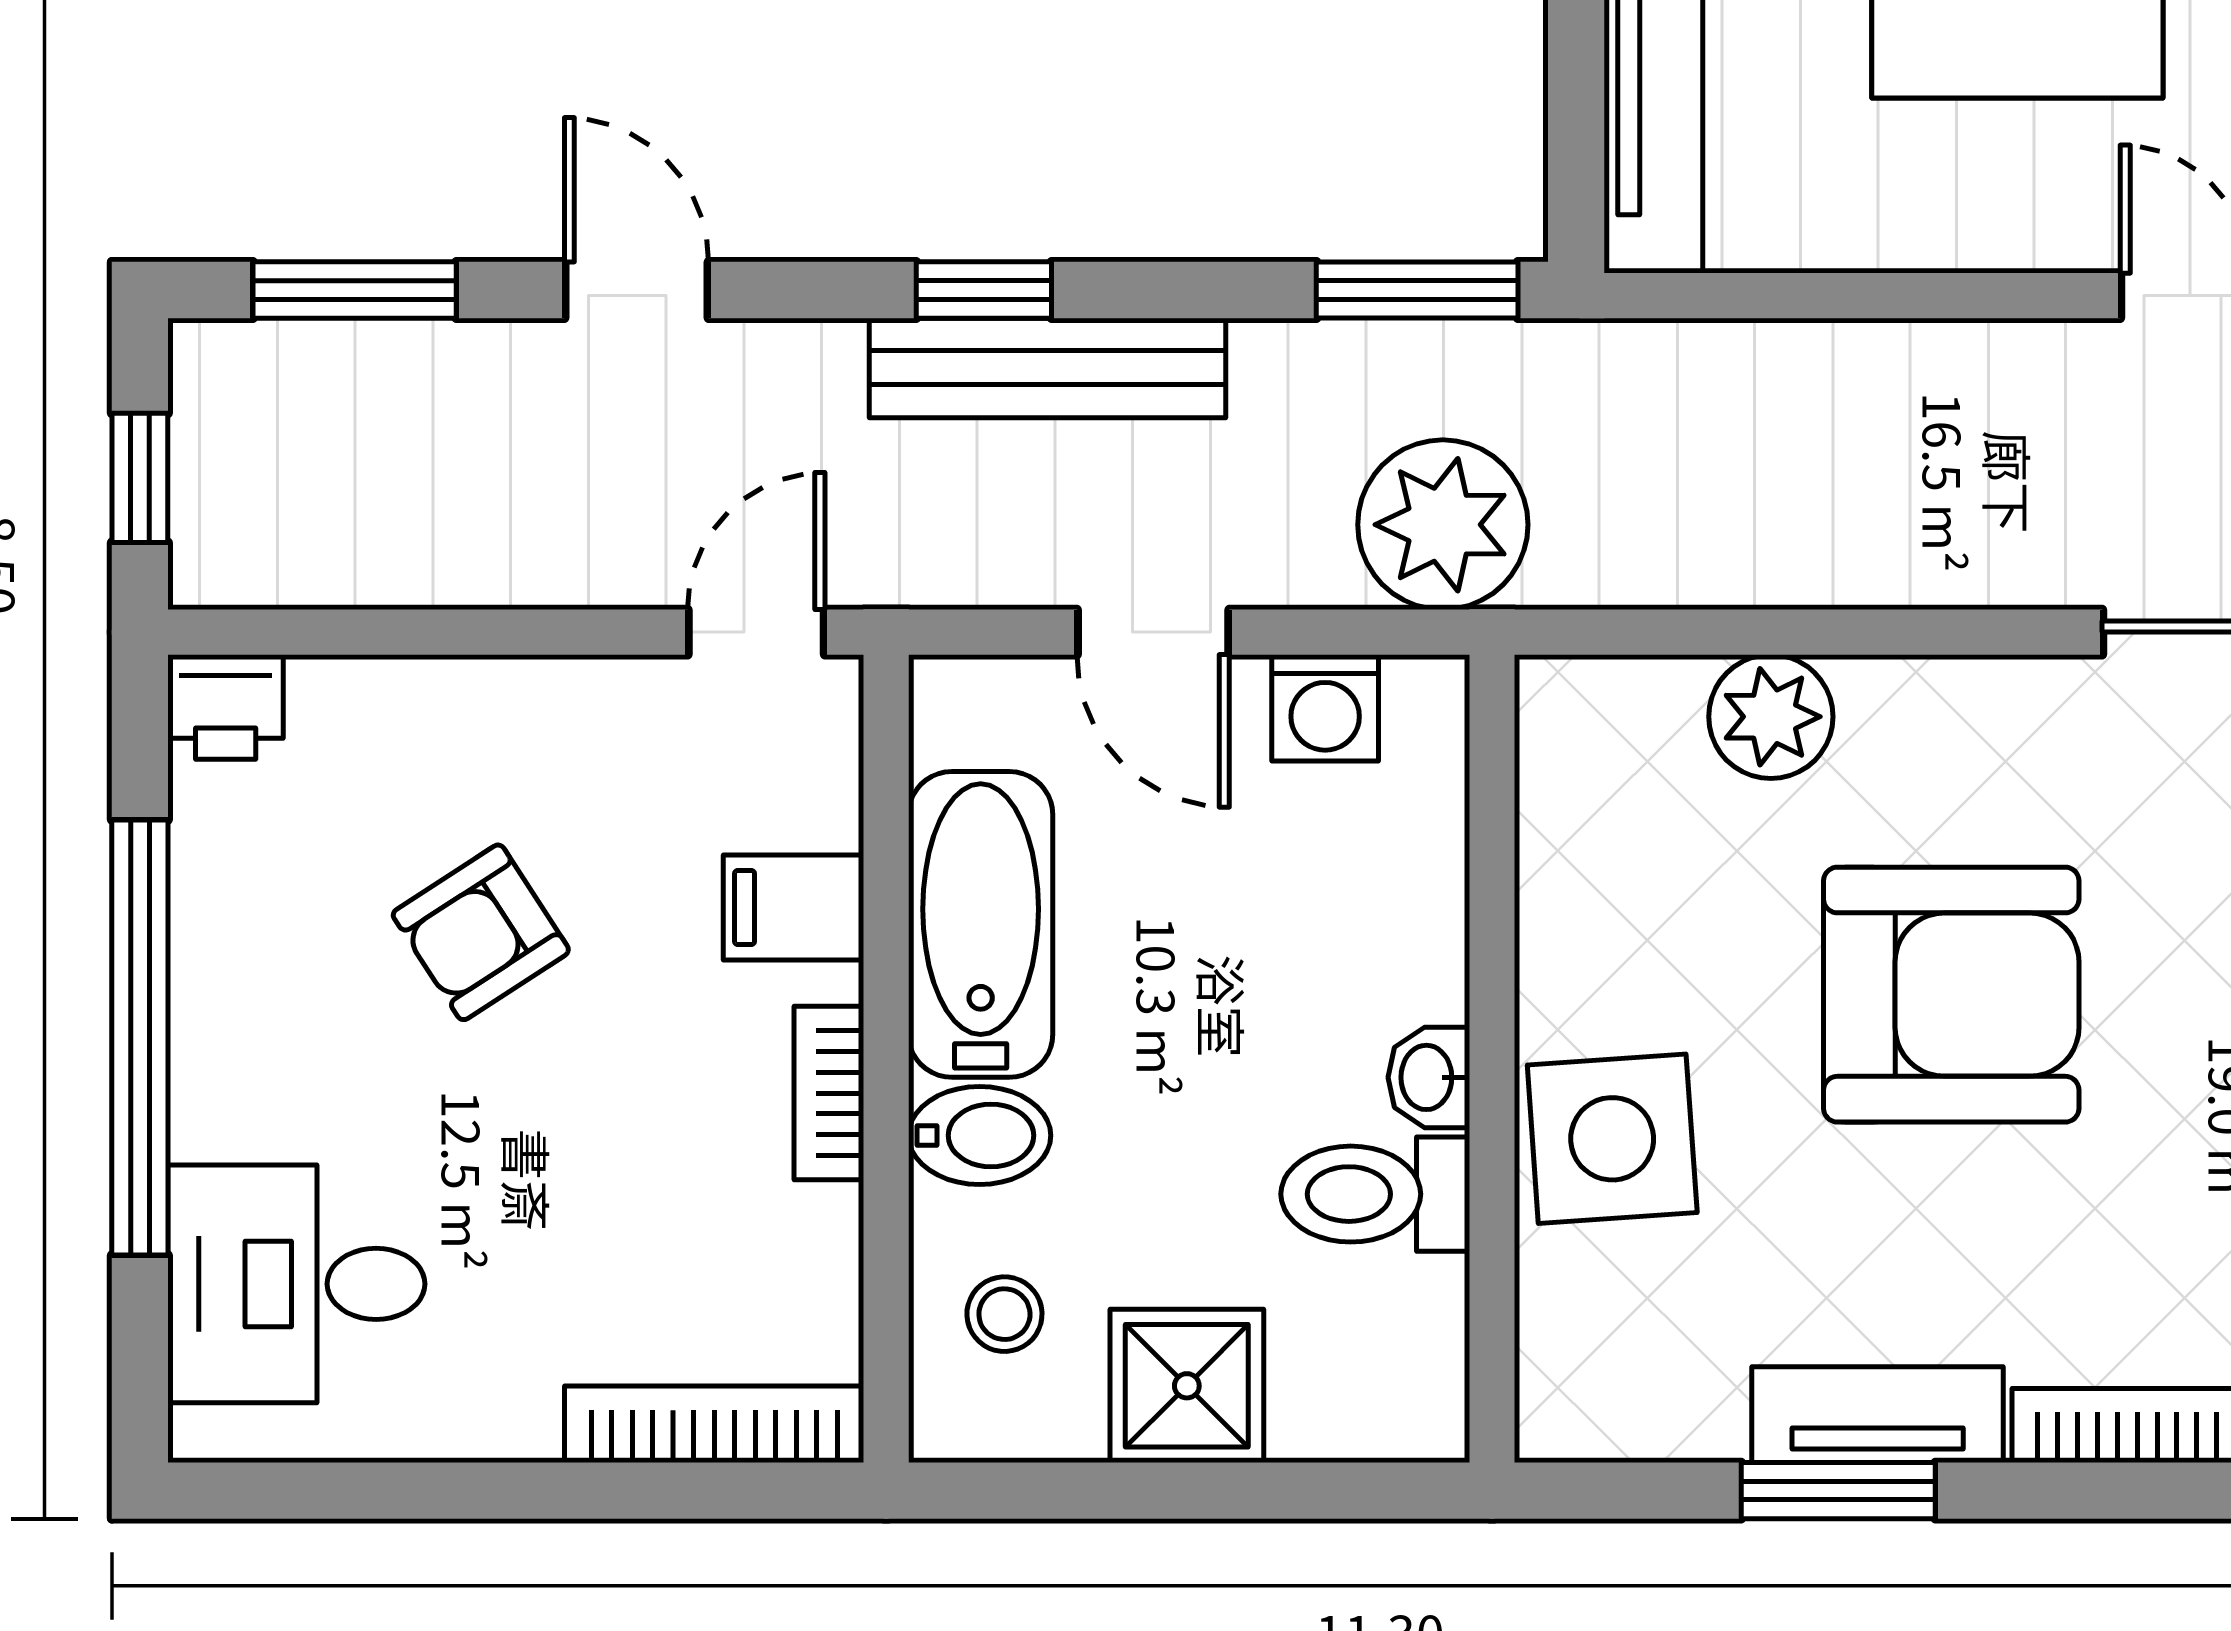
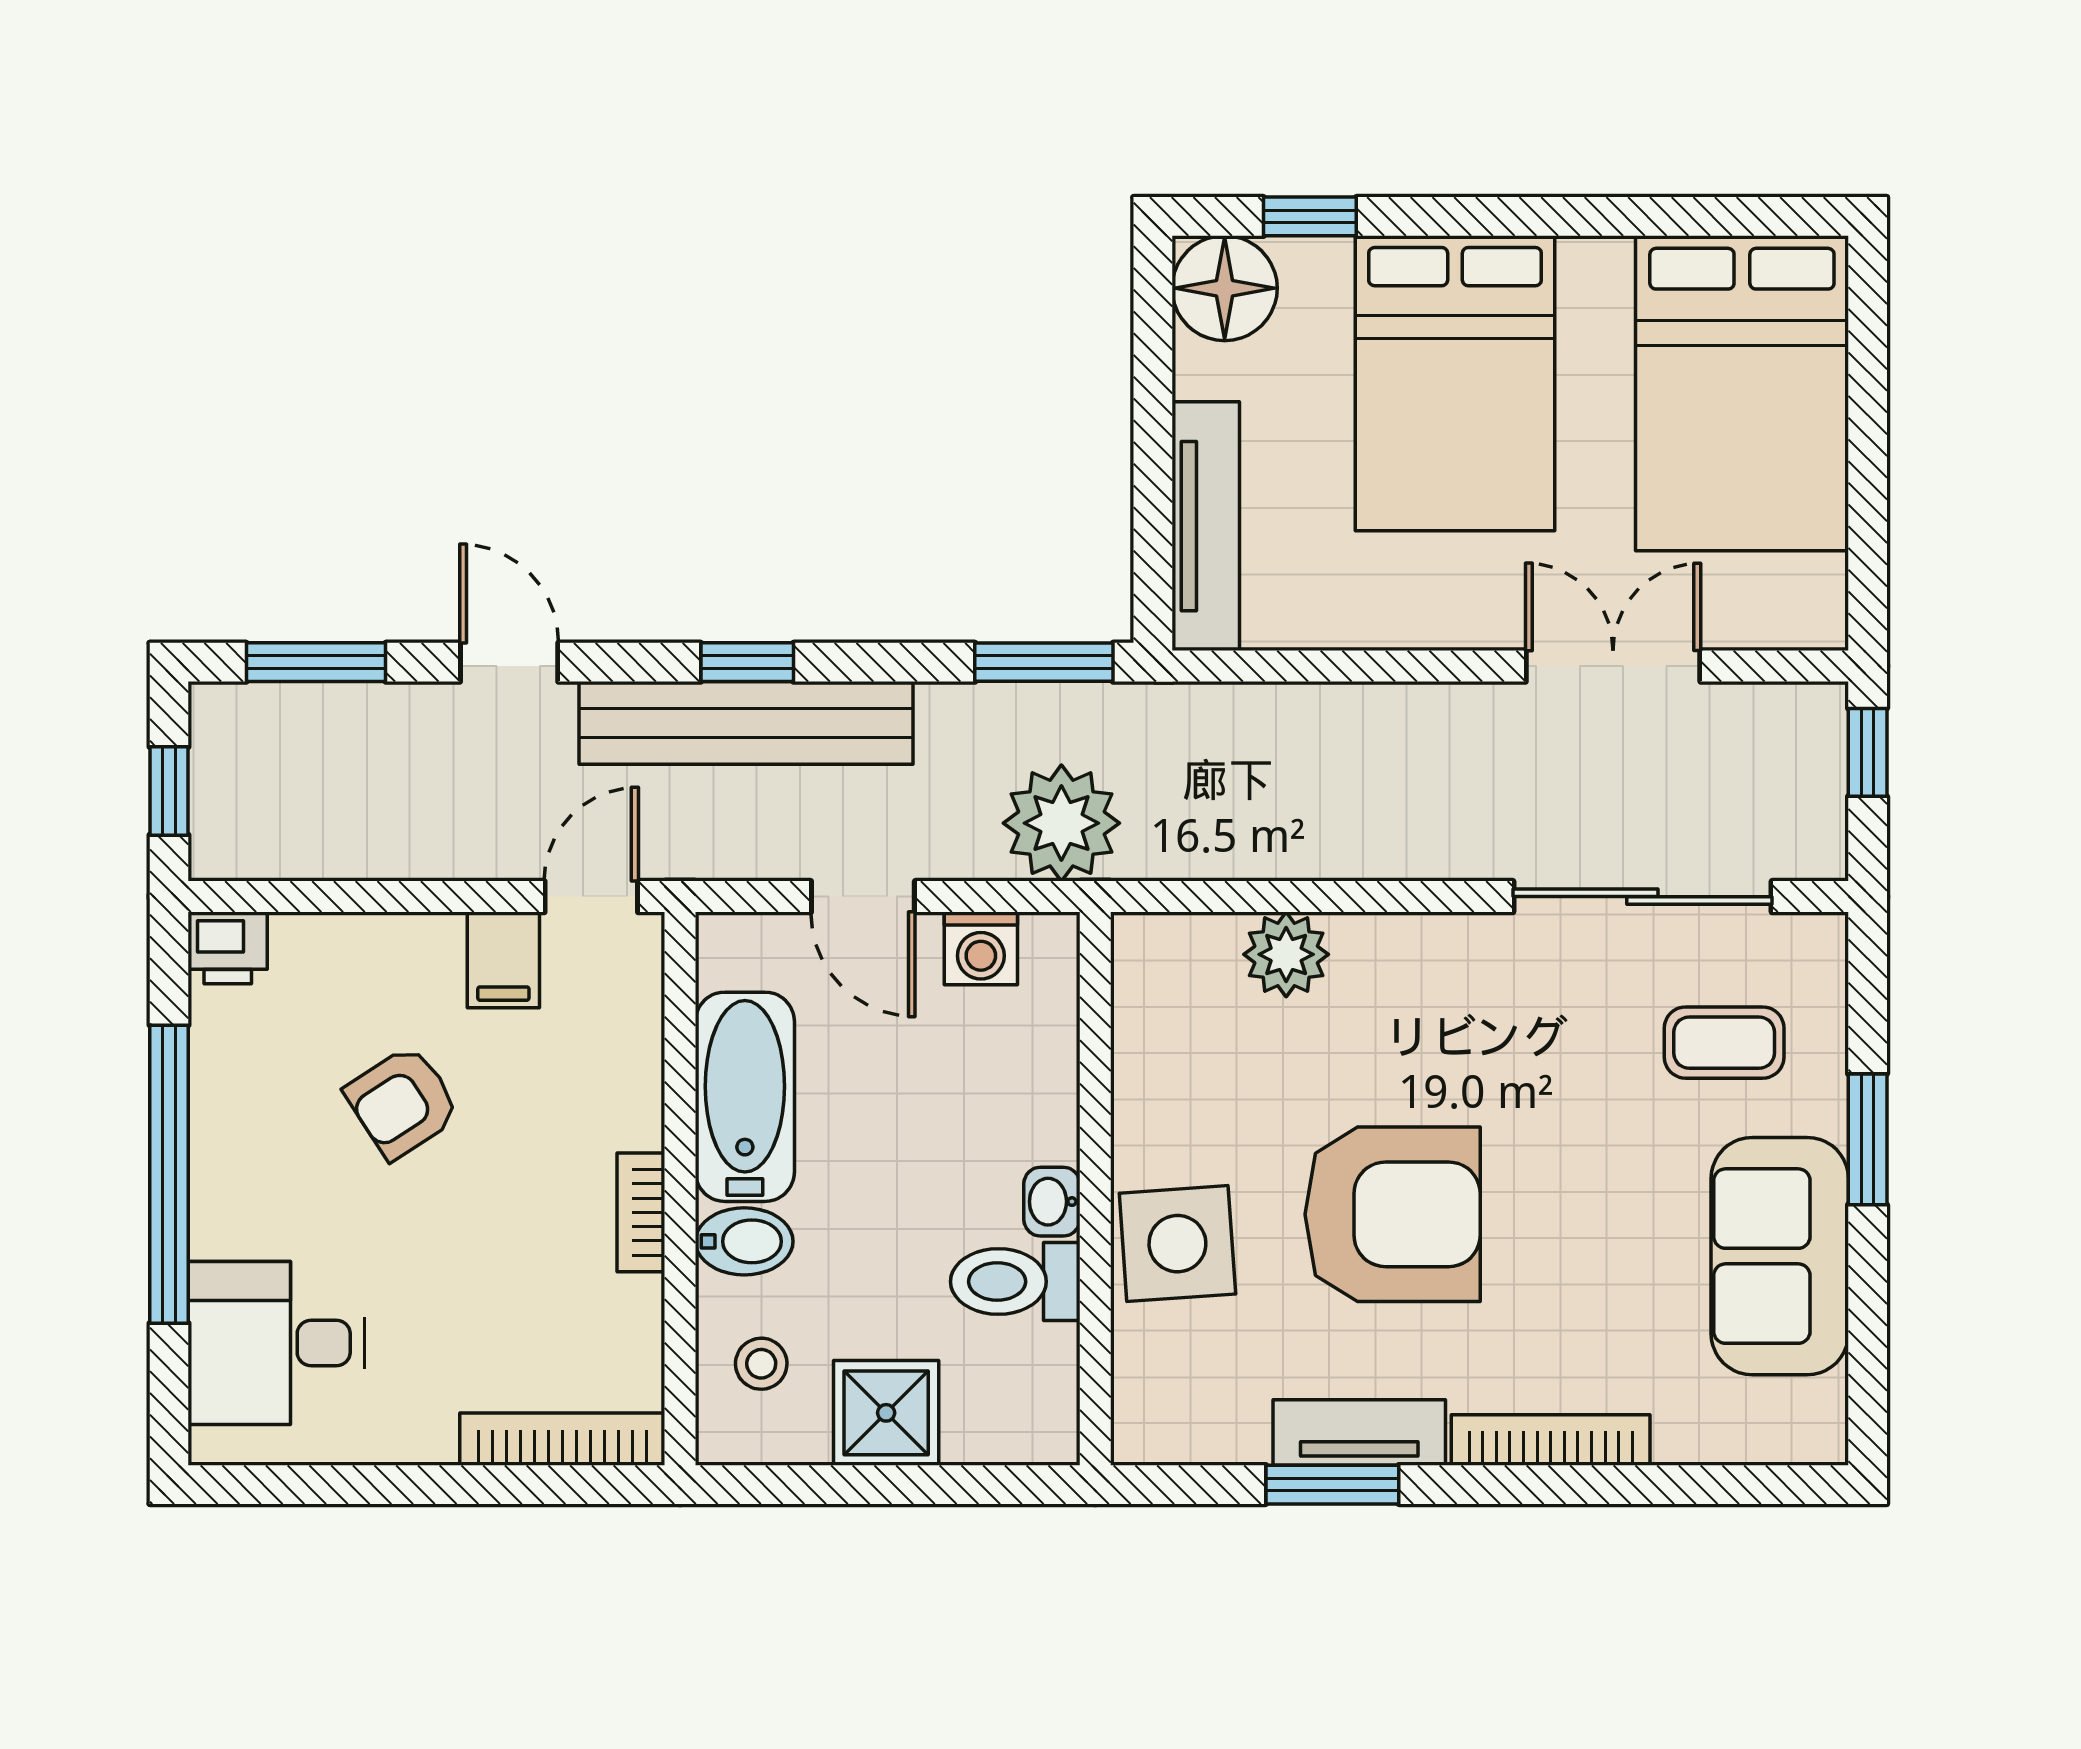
bench: (1048, 368) -> (746, 723), width x1.37, depth x1.21
filing cabinet: (794, 907) -> (503, 960), moved, turned -90
armchair: (1951, 995) -> (1393, 1214), moved

